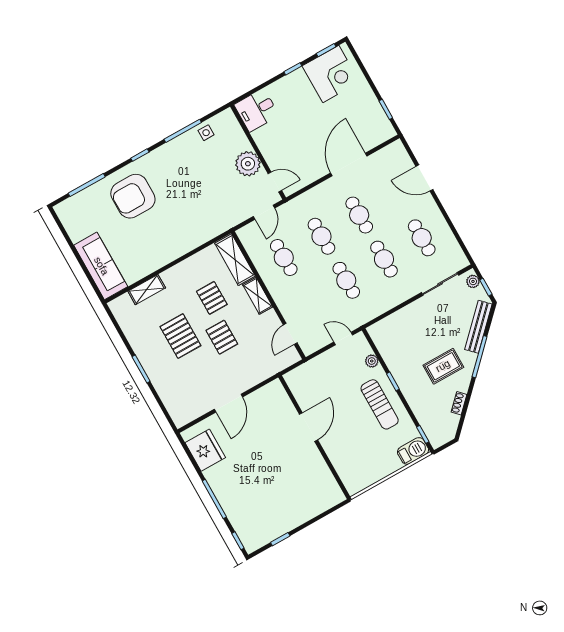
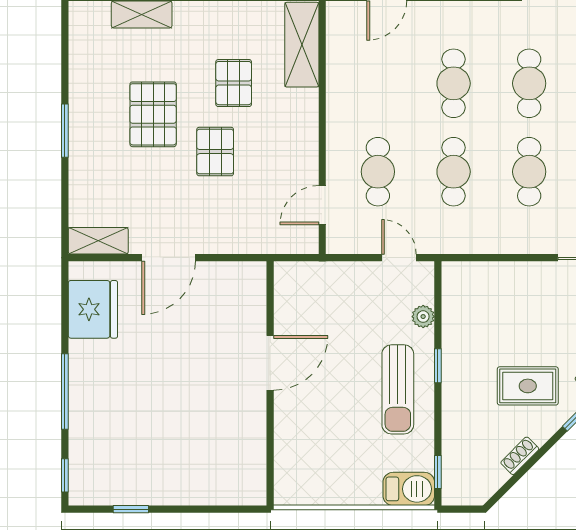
cafe table: (284, 258) -> (378, 172), moved
shelving: (258, 296) -> (98, 241), moved, turned 90

